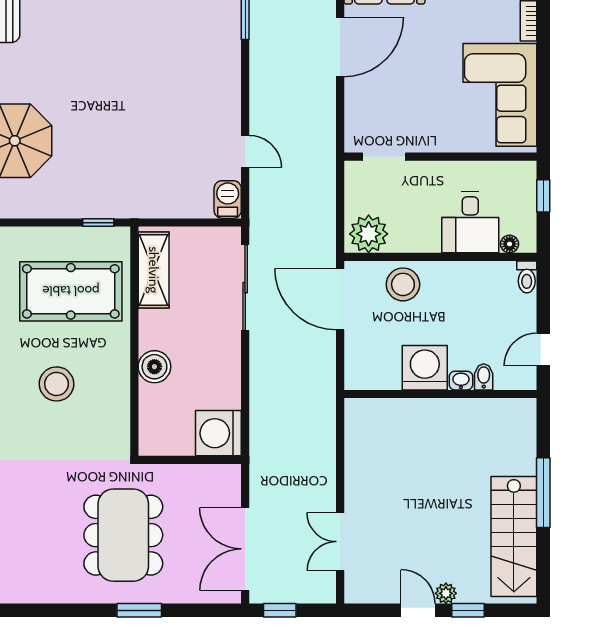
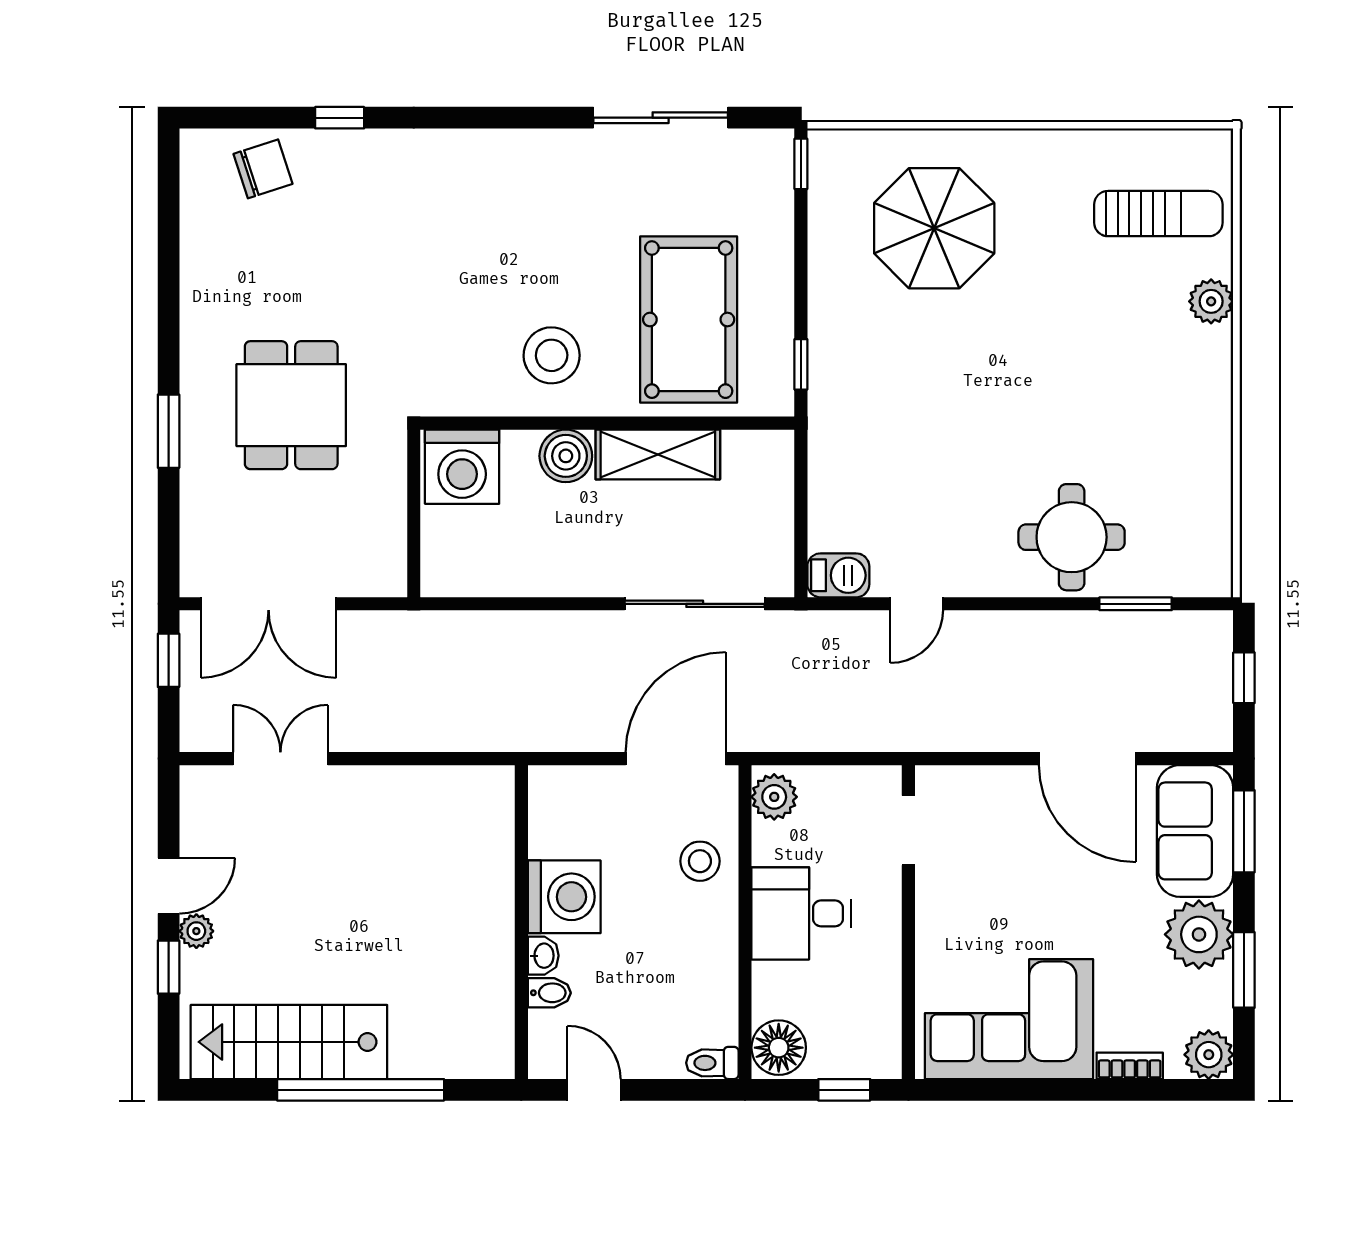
round table: (204, 56) -> (1072, 537), added
desk: (470, 222) -> (801, 913), moved
plant: (369, 234) -> (774, 797), width x0.73, depth x0.73
floor lamp: (510, 244) -> (779, 1048), width x1.89, depth x1.89
shelving: (154, 270) -> (658, 454), moved
stool: (403, 284) -> (700, 861), width x0.73, depth x0.73
stool: (57, 384) -> (552, 355), moved
washing machine: (218, 433) -> (462, 467), moved, turned 180
window: (543, 493) -> (361, 1090), width x1.46
dining table: (123, 535) -> (291, 405), width x0.73
double door: (245, 549) -> (269, 604), swing flipped

